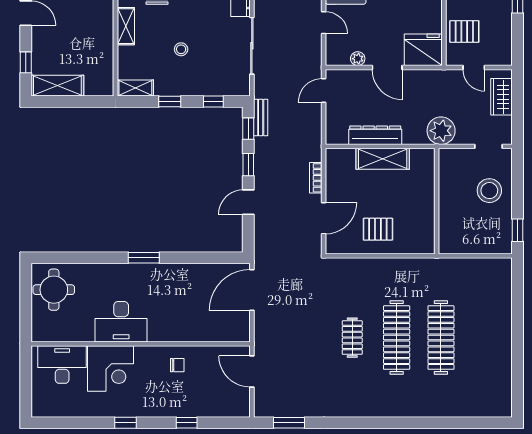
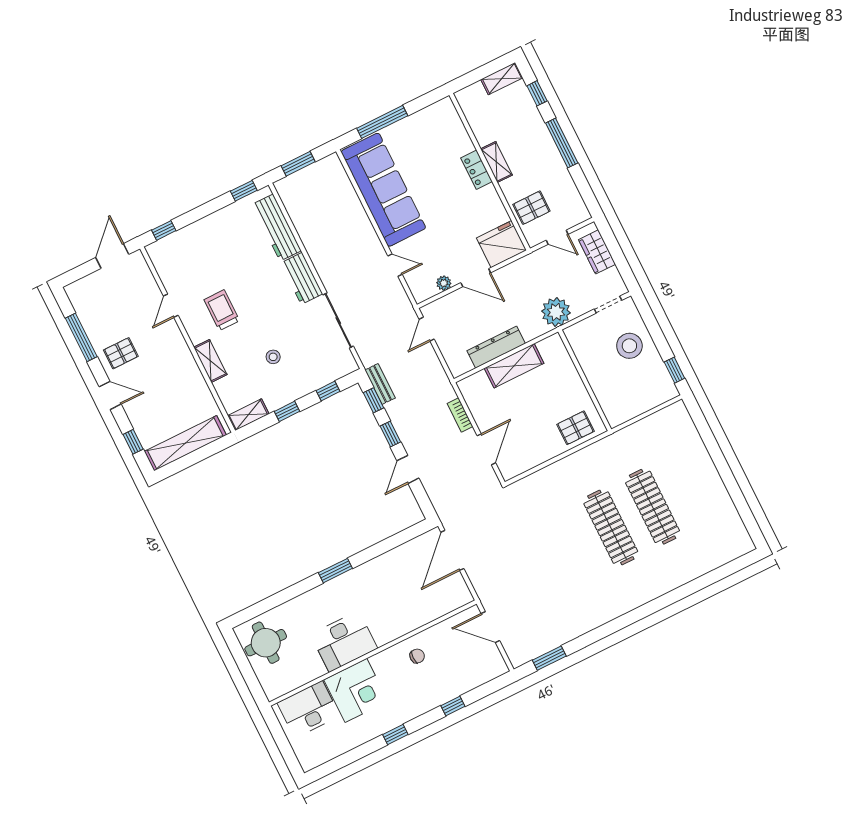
shelving: (57, 86) -> (185, 443), width x1.47
pallet: (378, 229) -> (575, 428), moved
clothes rail: (352, 338) -> (569, 548), removed

